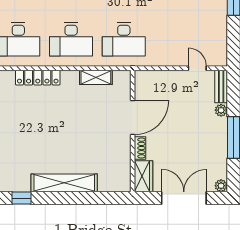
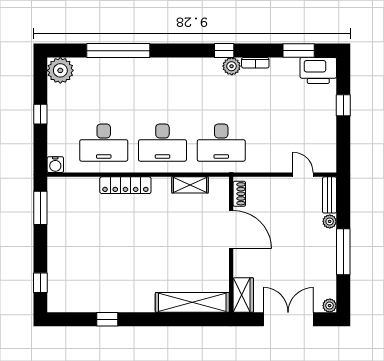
door: (133, 117) -> (231, 230), hinge flipped
shoe rack: (140, 148) -> (239, 194), moved
shelving: (64, 183) -> (192, 302), moved

